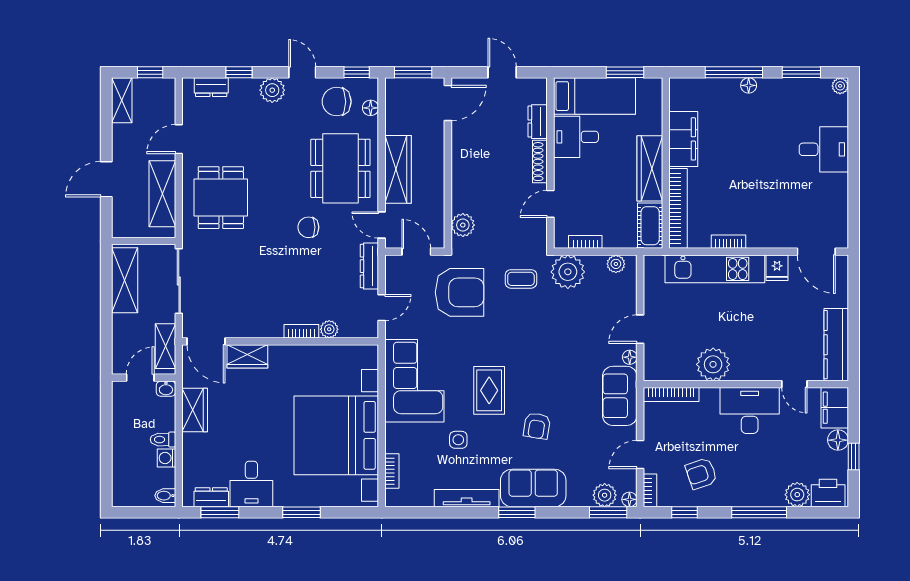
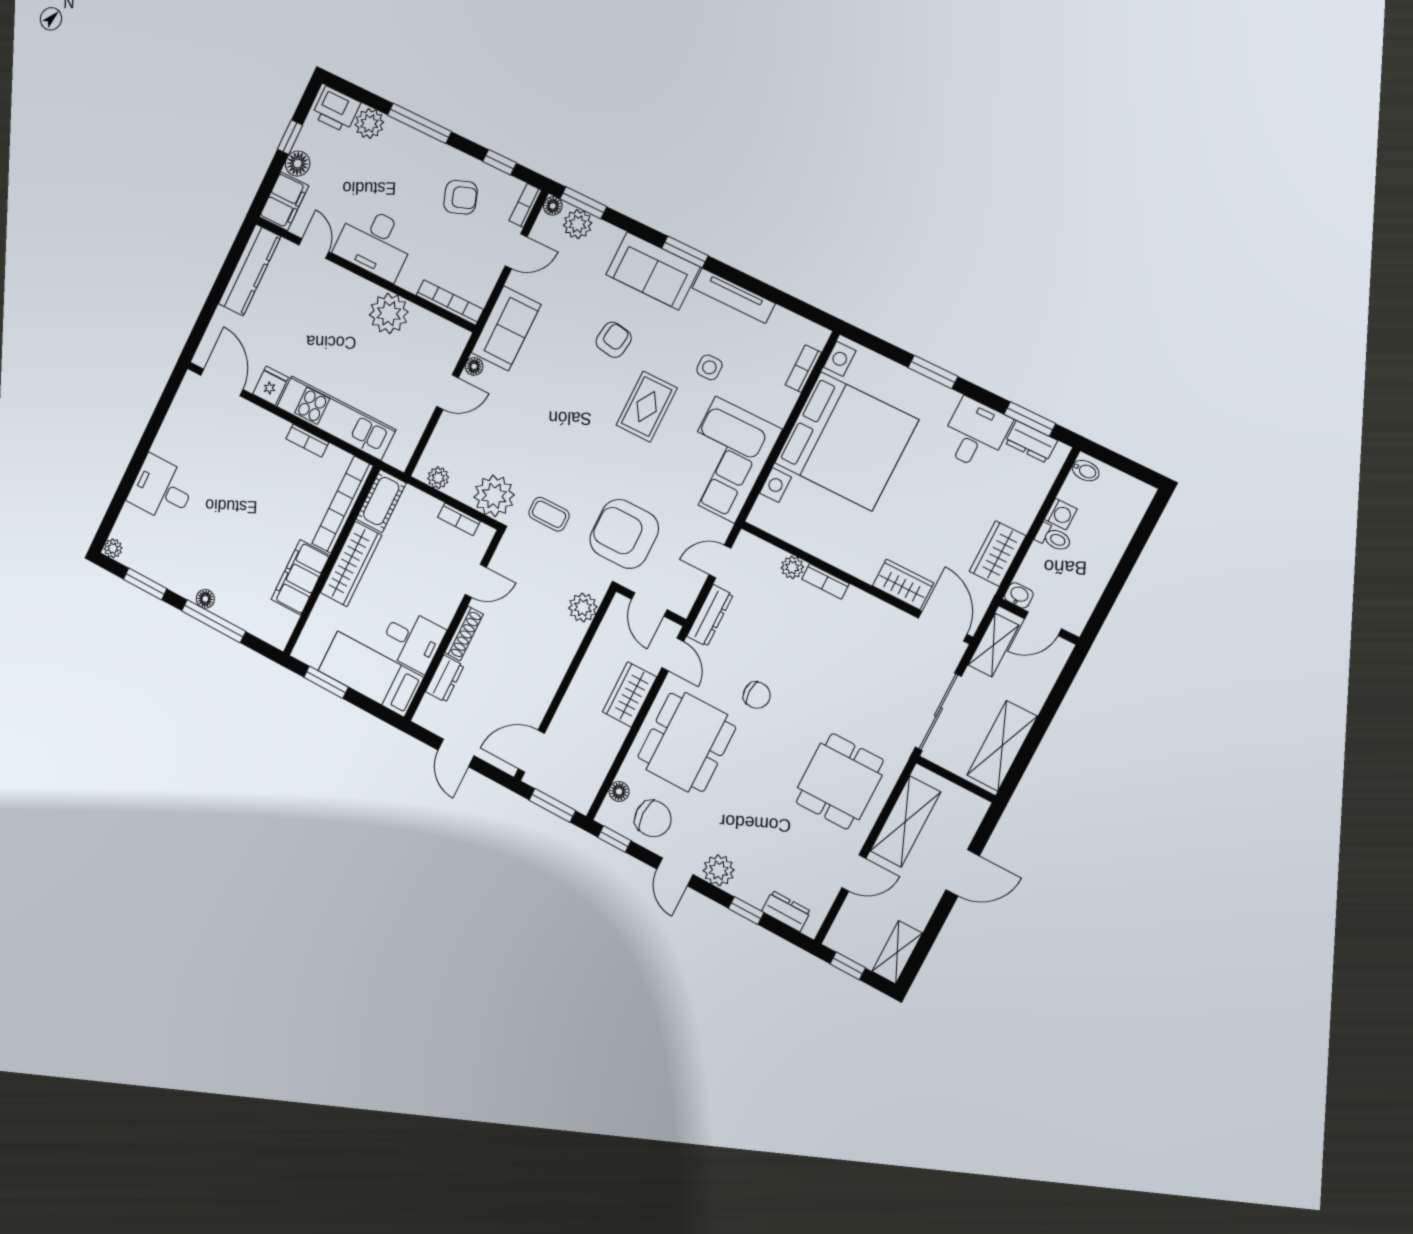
wardrobe: (398, 169) -> (630, 694), width x0.67

